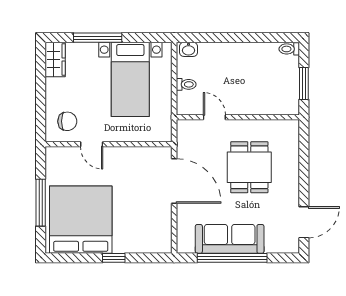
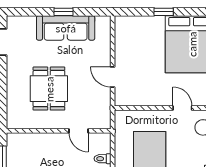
door: (174, 181) -> (113, 77), width x0.53
window: (232, 258) -> (64, 12), width x0.32

